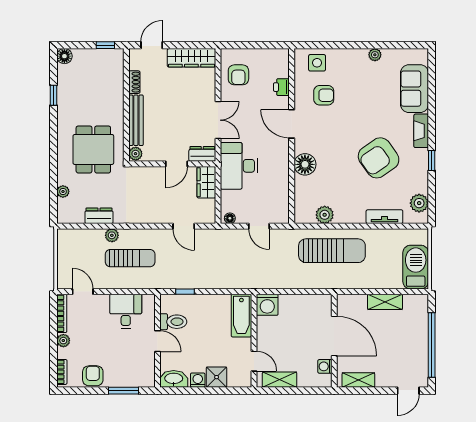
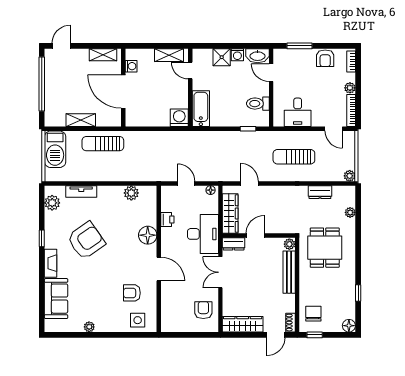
chair: (107, 71) -> (313, 314), added
shoe rack: (134, 82) -> (290, 323), moved
printer: (281, 87) -> (167, 220), moved
wardrobe: (206, 182) -> (230, 214), width x1.50
plant: (112, 235) -> (350, 176), moved
sun lounger: (332, 251) -> (103, 144), moved, width x0.73, depth x0.75
door: (157, 341) -> (271, 73), moved

